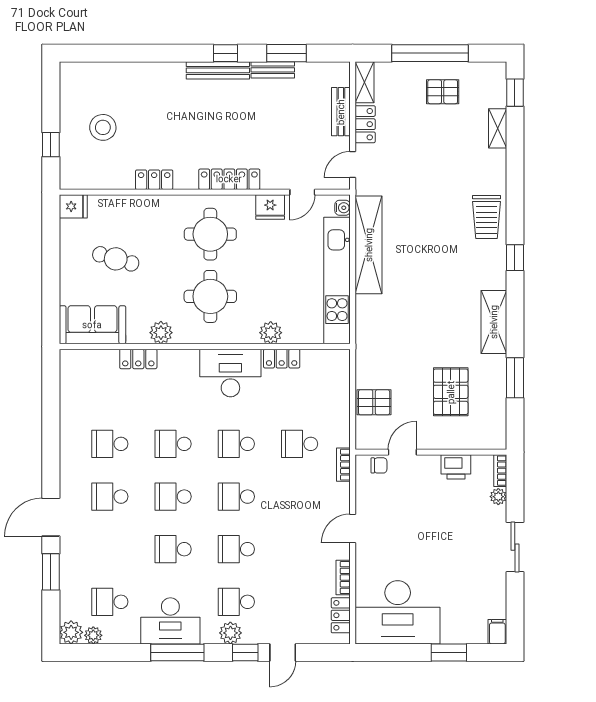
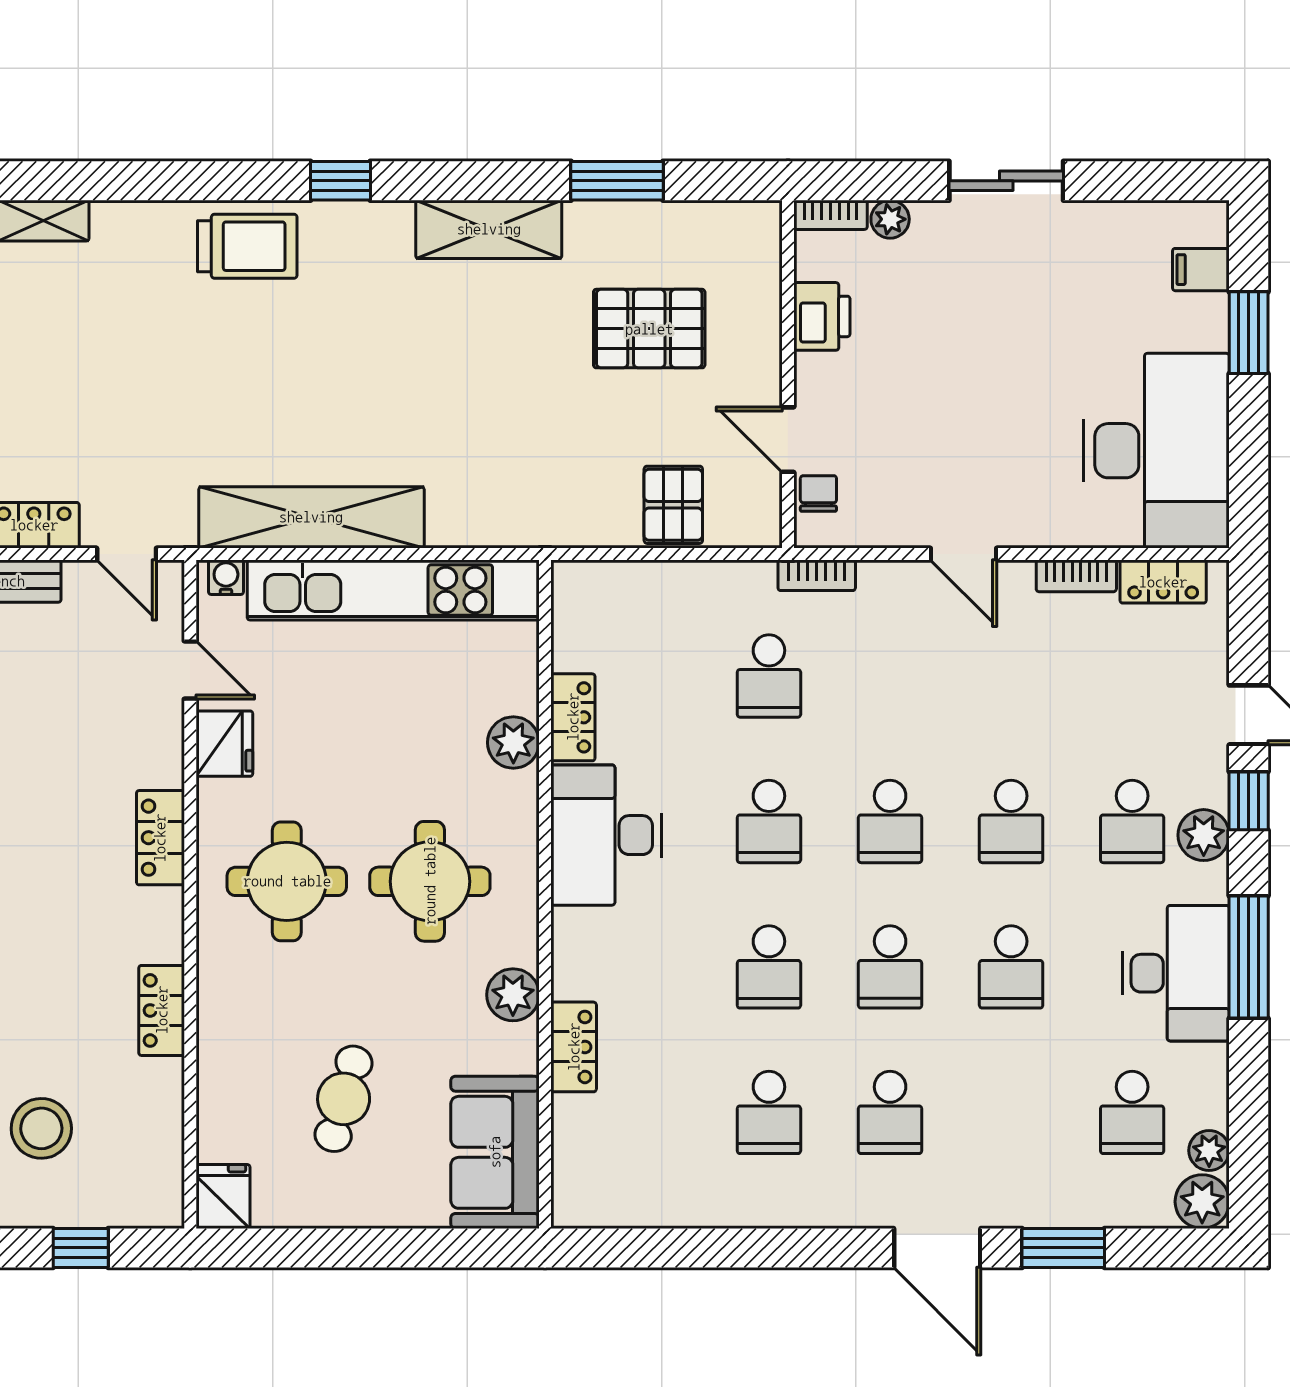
locker: (229, 179) -> (160, 838), width x0.66
filing cabinet: (497, 632) -> (1201, 270), moved

